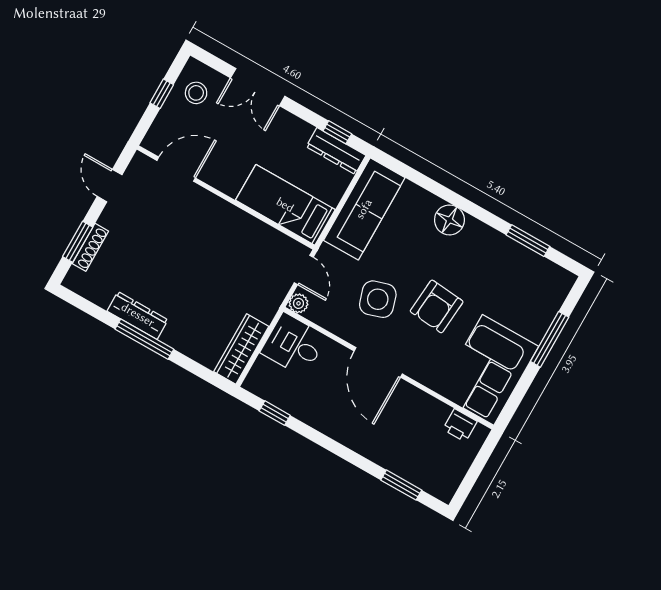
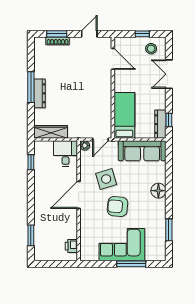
dresser: (138, 315) -> (40, 93), moved
corner sofa: (488, 370) -> (122, 245), moved

